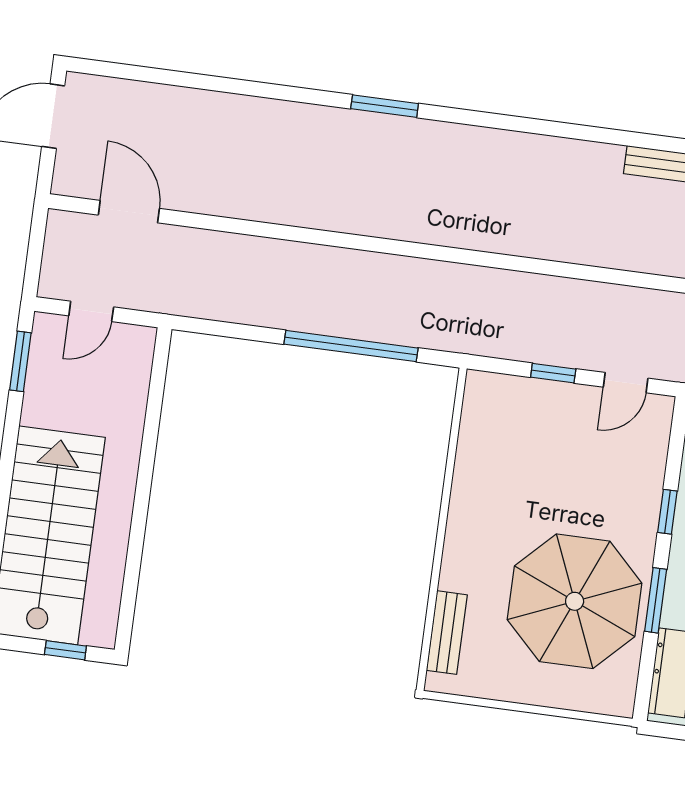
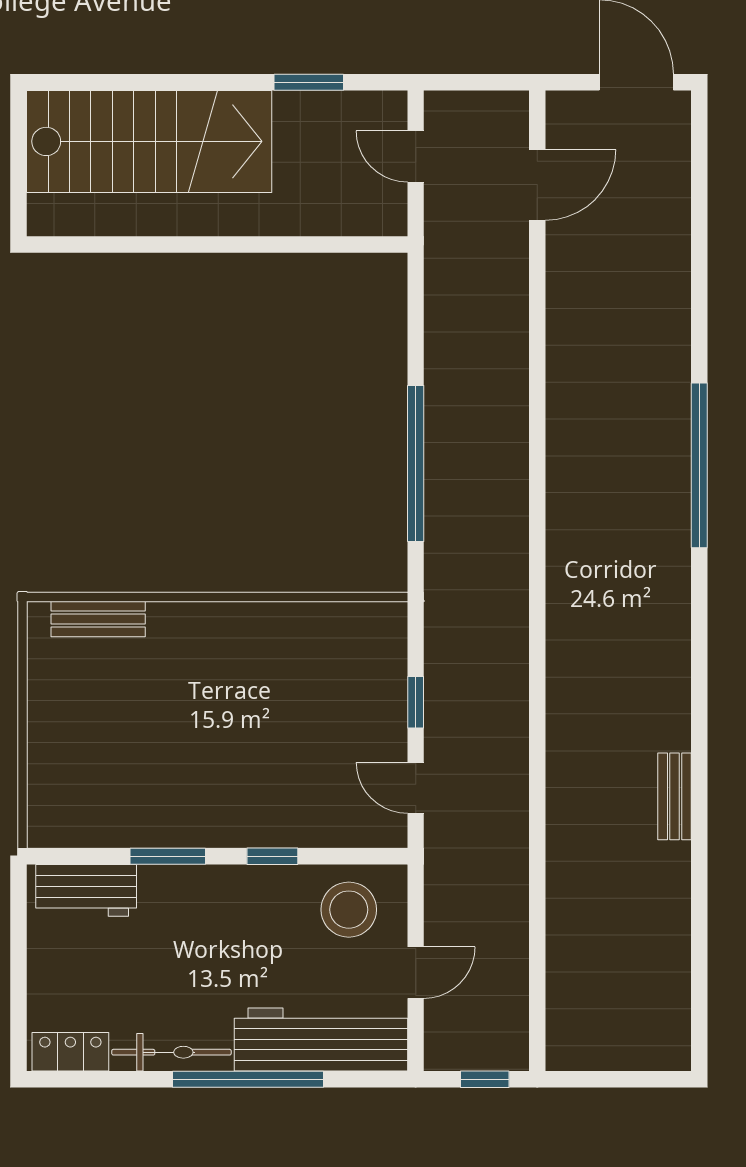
window: (385, 106) -> (699, 465), width x2.11
window: (20, 361) -> (309, 82), moved
parasol: (575, 601) -> (154, 762), removed
window: (65, 650) -> (18, 179), removed

